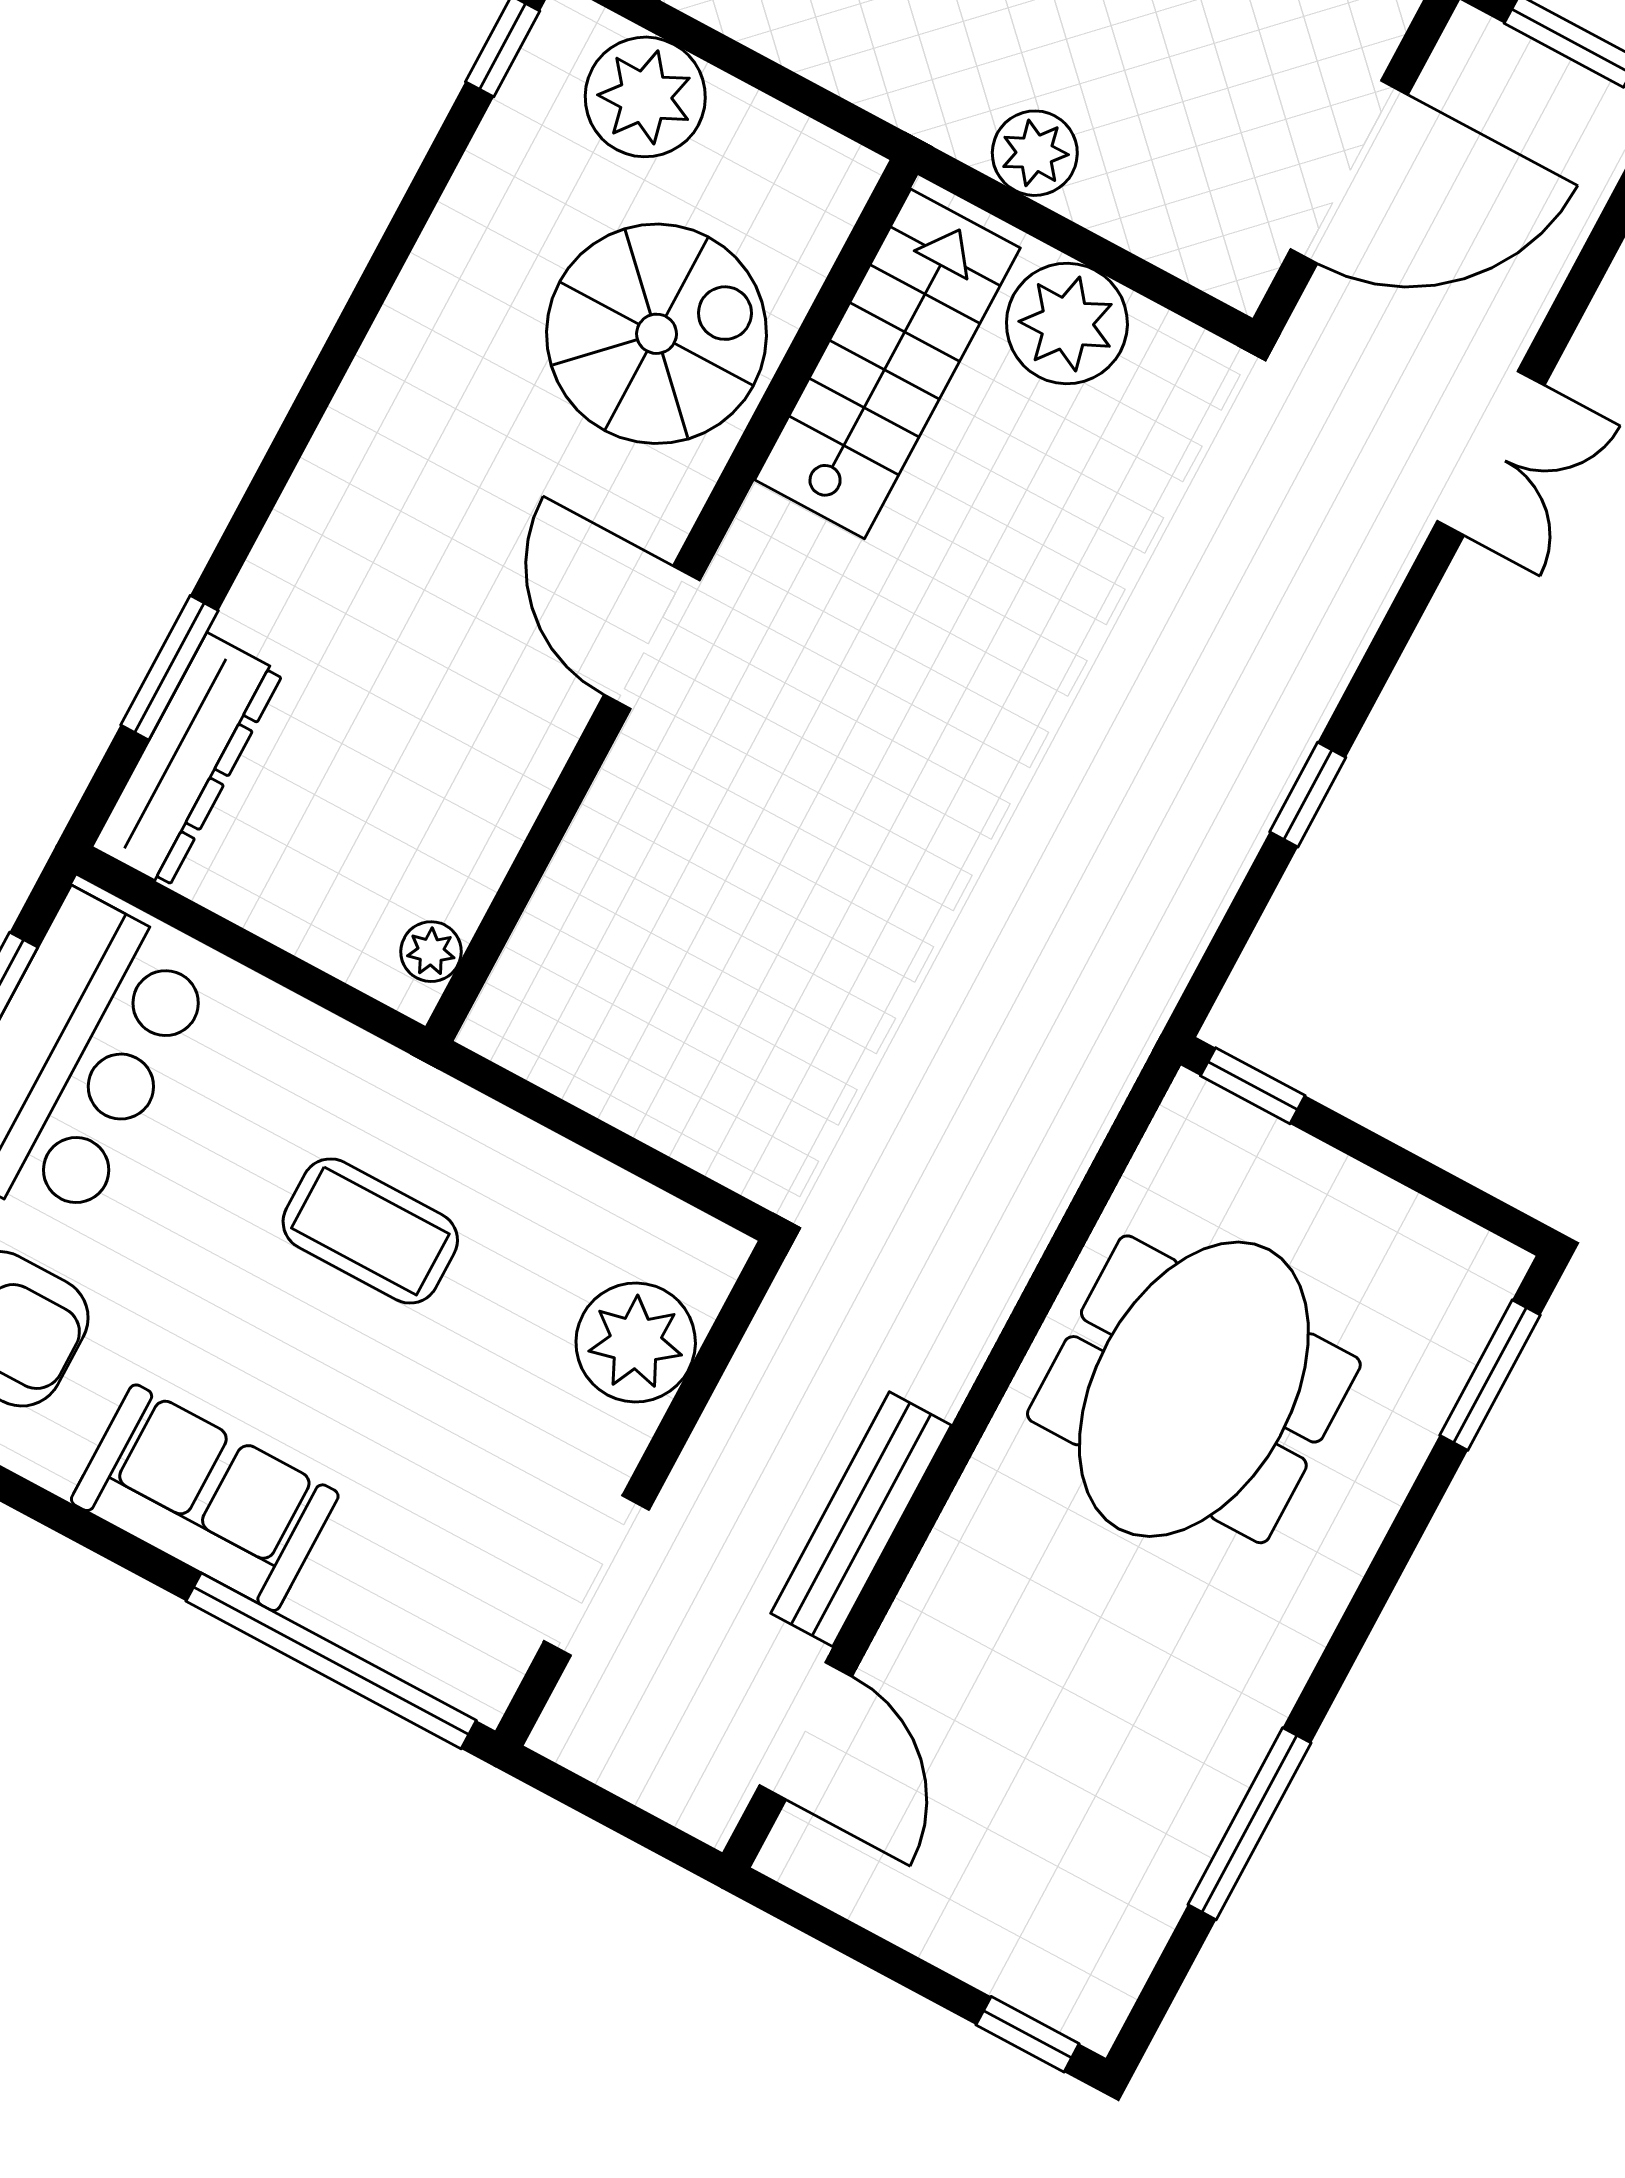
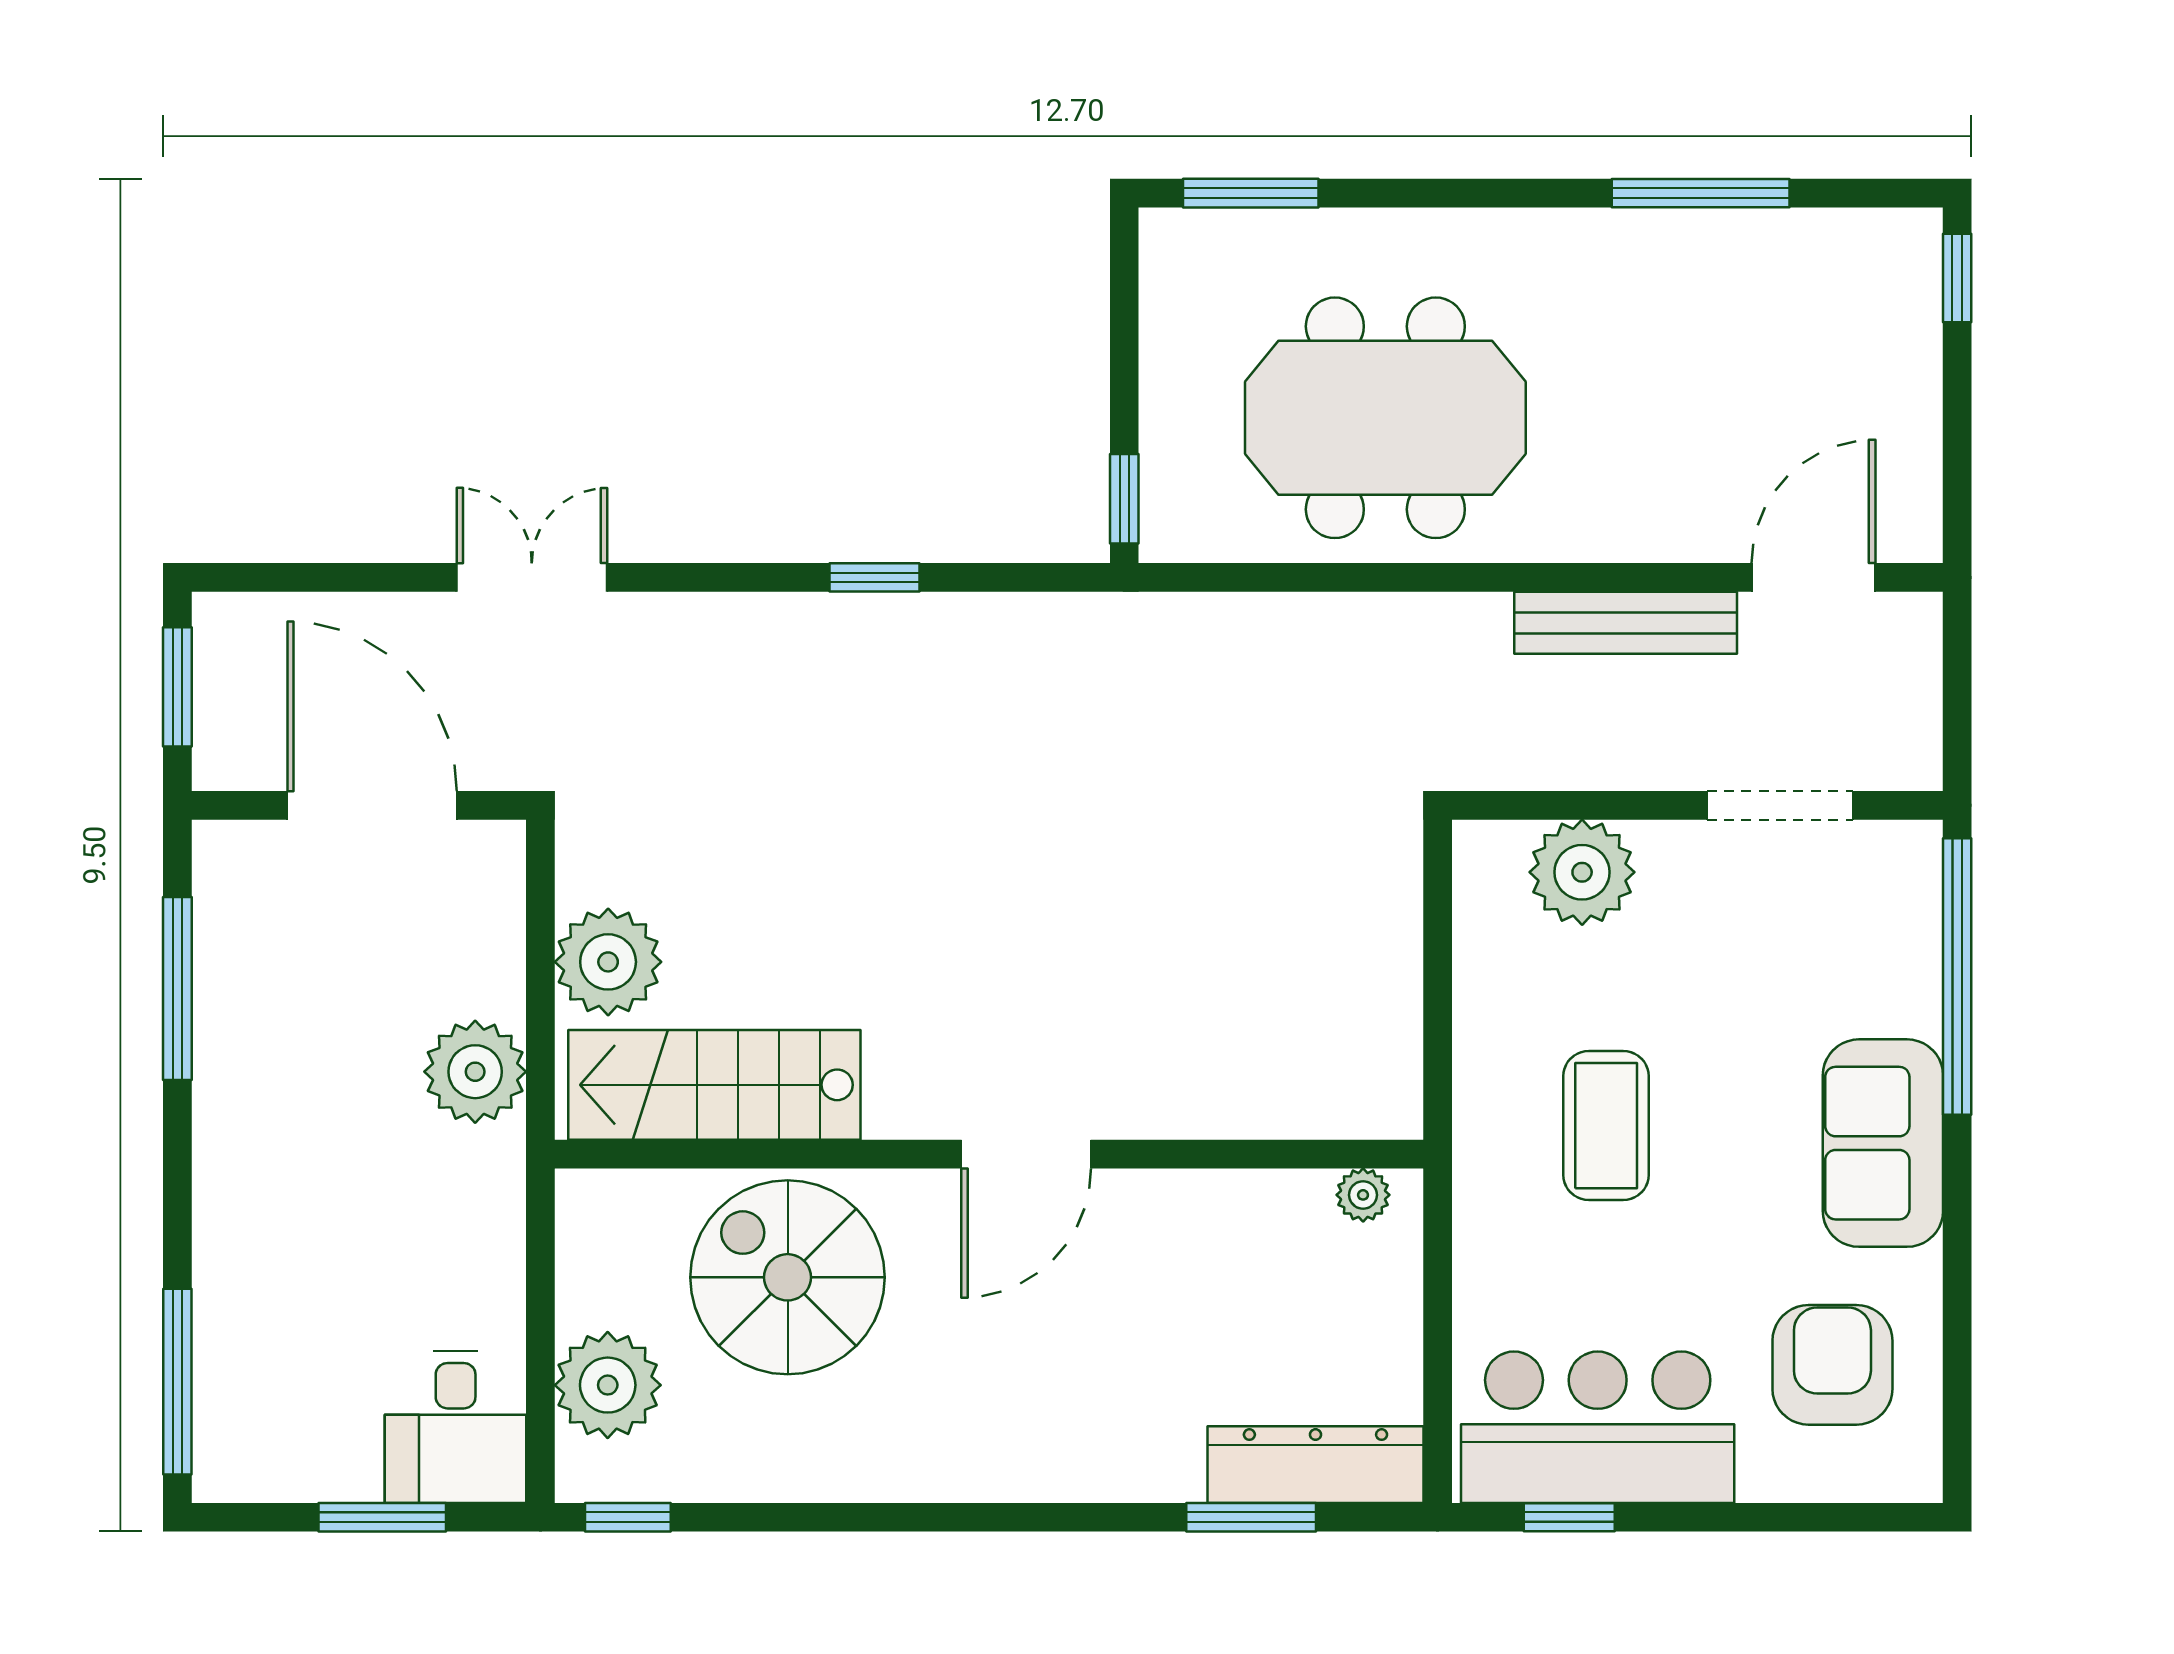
plant: (1035, 153) -> (475, 1072), width x1.36, depth x1.36

